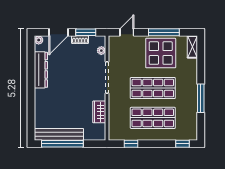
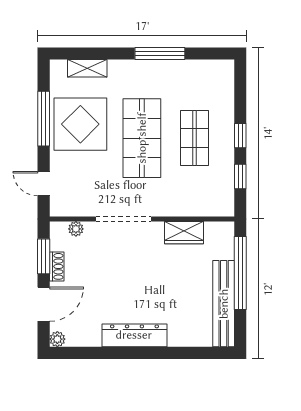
door: (59, 32) -> (44, 304), hinge flipped
shelving: (192, 47) -> (87, 68), moved
dresser: (41, 70) -> (134, 335), moved
shop shelf: (153, 118) -> (195, 138), width x0.70, depth x0.74
window: (62, 144) -> (240, 273), moved
window: (183, 144) -> (240, 136), moved

